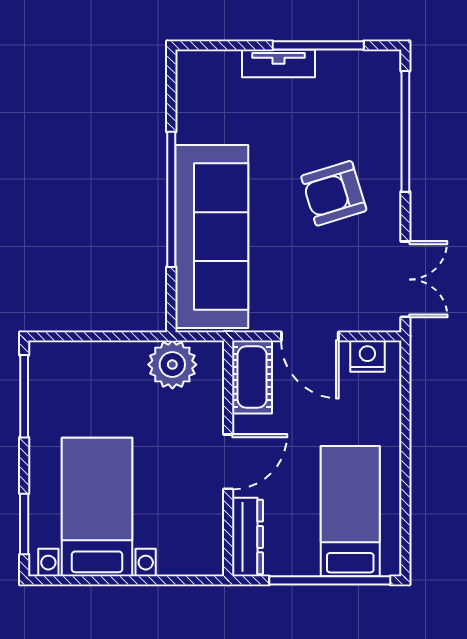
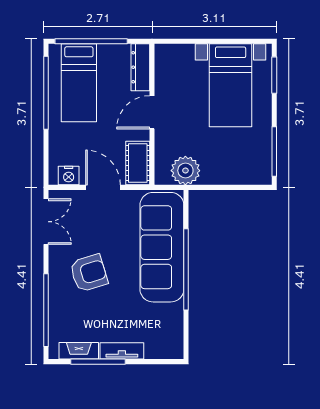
fireplace: (350, 63) -> (79, 351), added
double door: (405, 279) -> (46, 222), swing flipped
window: (405, 494) -> (46, 93), added

